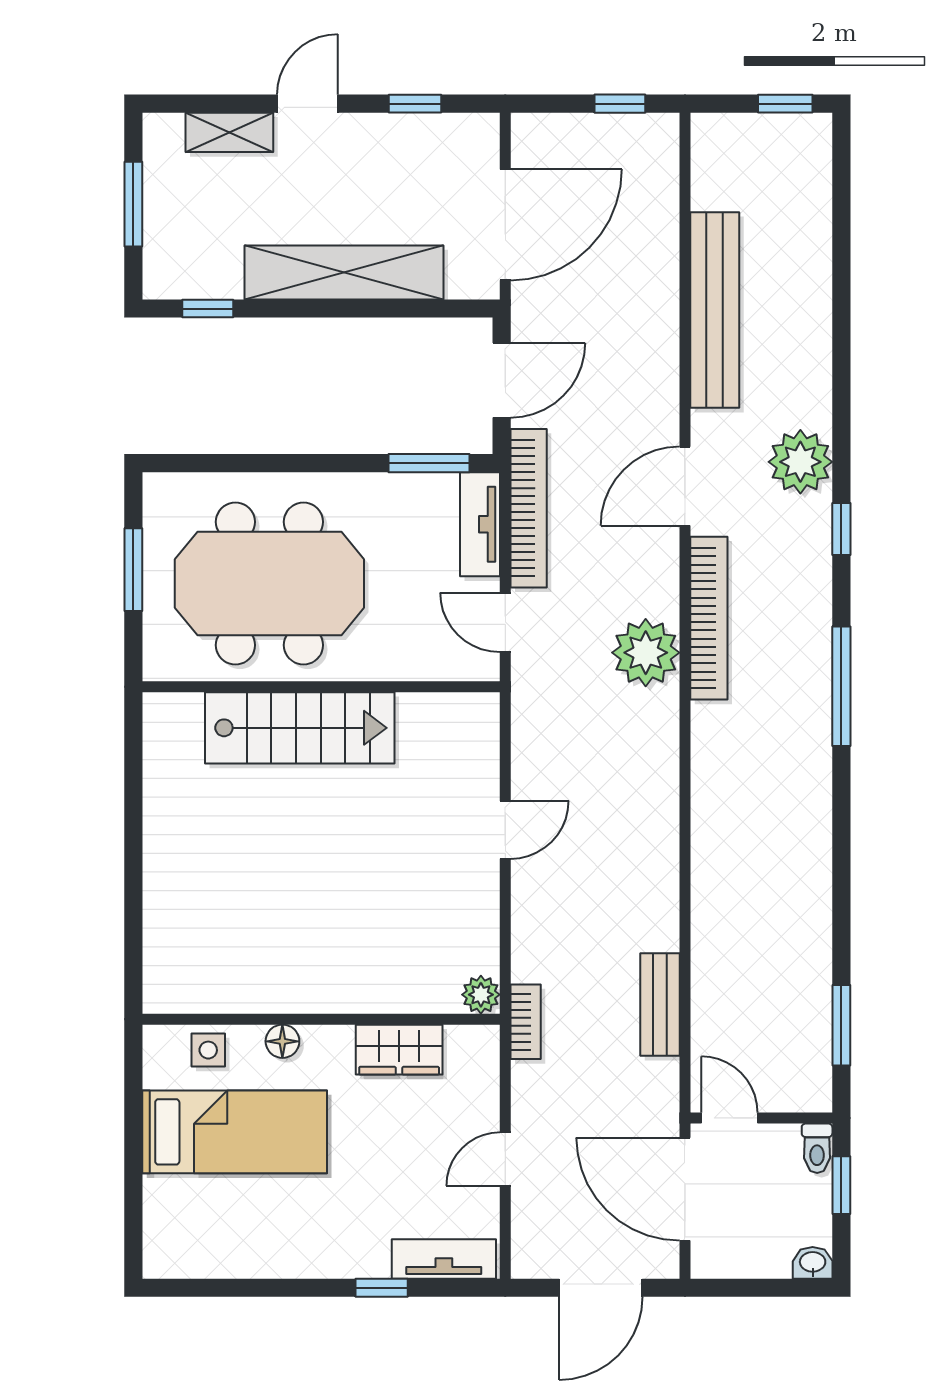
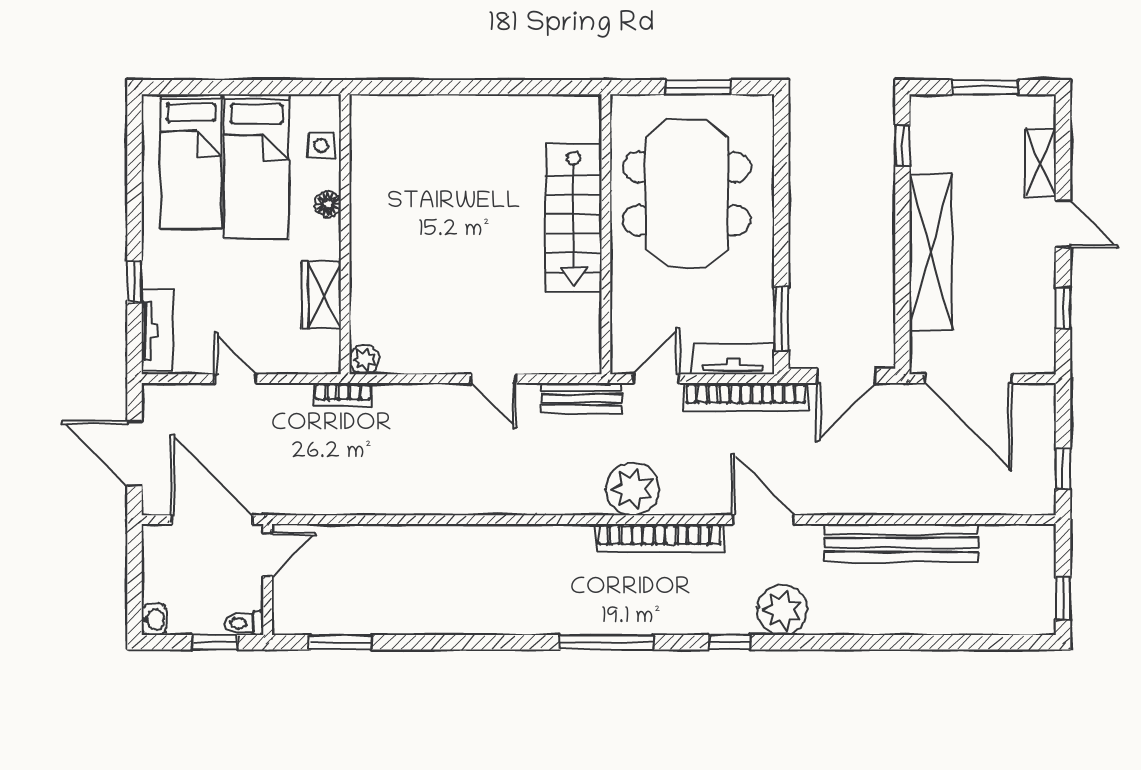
door: (502, 380) -> (846, 376), hinge flipped
bench: (660, 1005) -> (582, 398), moved
door: (685, 1189) -> (212, 520), hinge flipped
bed: (228, 1216) -> (191, 161), added

